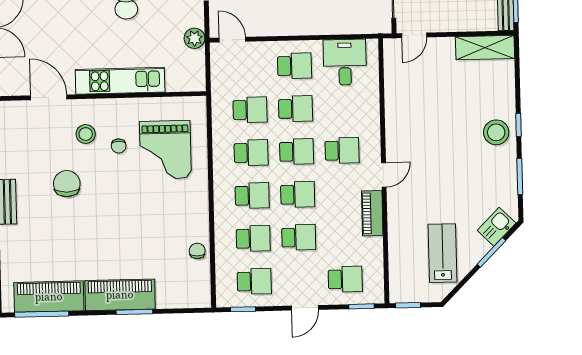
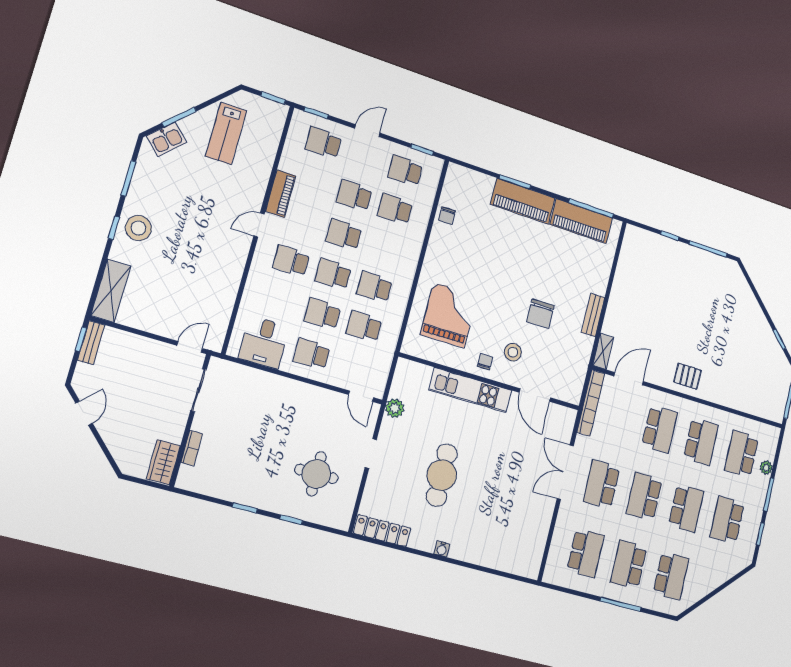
shelving: (485, 48) -> (111, 291), moved, turned 90
chair: (119, 146) -> (485, 362), moved
school desk: (252, 196) -> (385, 248), removed

